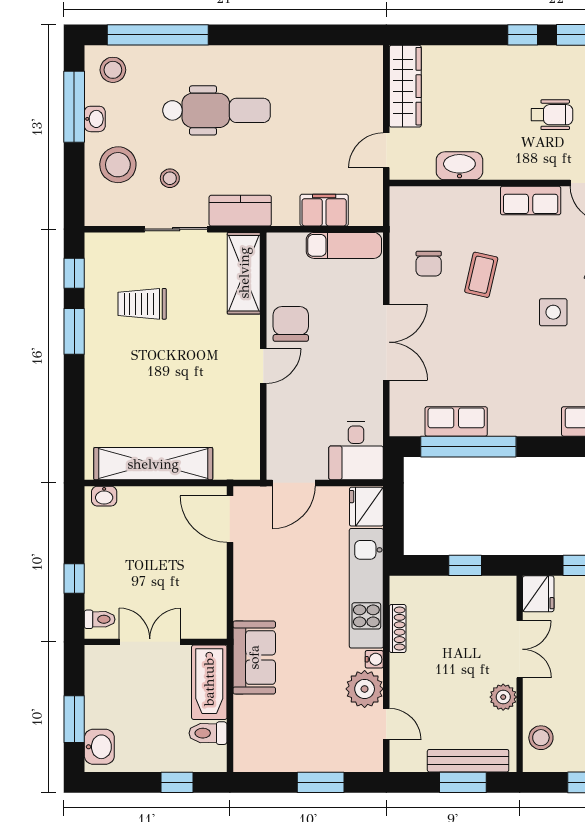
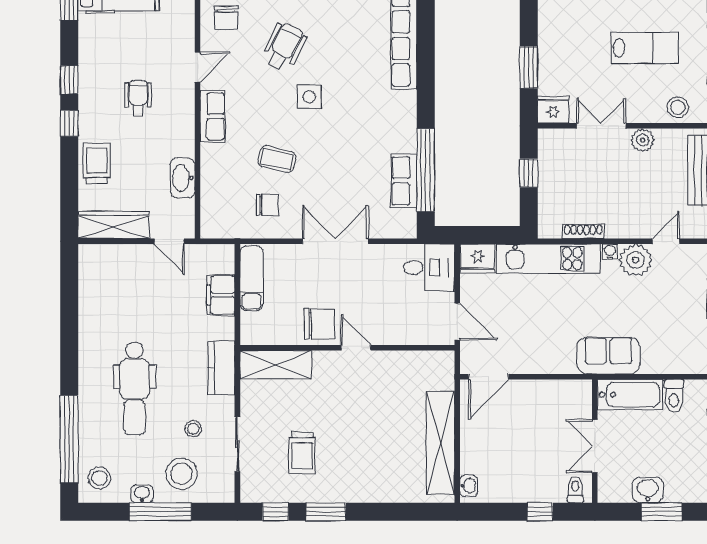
trolley: (477, 67) -> (97, 163), added
window: (74, 107) -> (160, 512), moved
dental chair: (216, 110) -> (135, 388), turned 180
sliding door: (176, 229) -> (237, 444), moved
chair: (291, 324) -> (319, 324), turned 180
washbasin: (99, 747) -> (648, 490), moved

